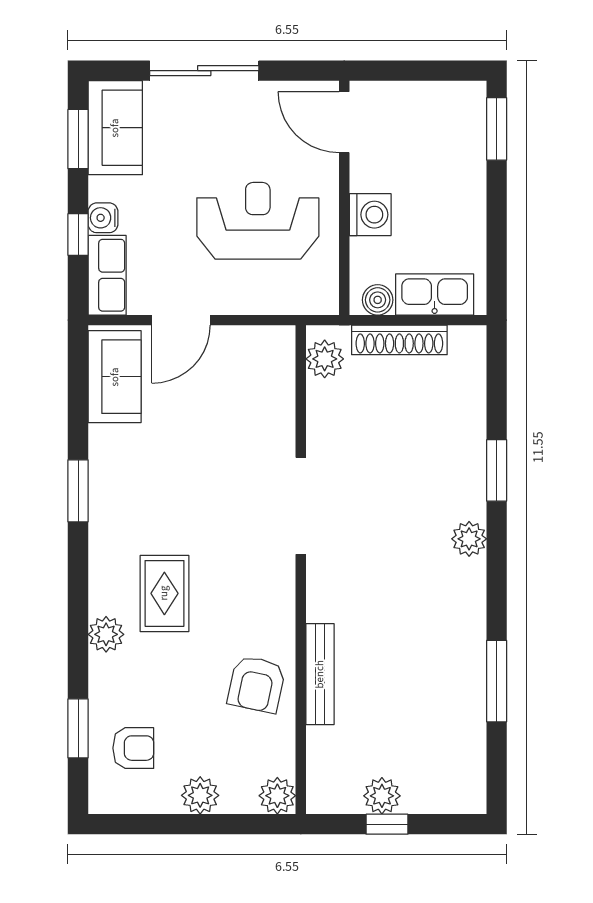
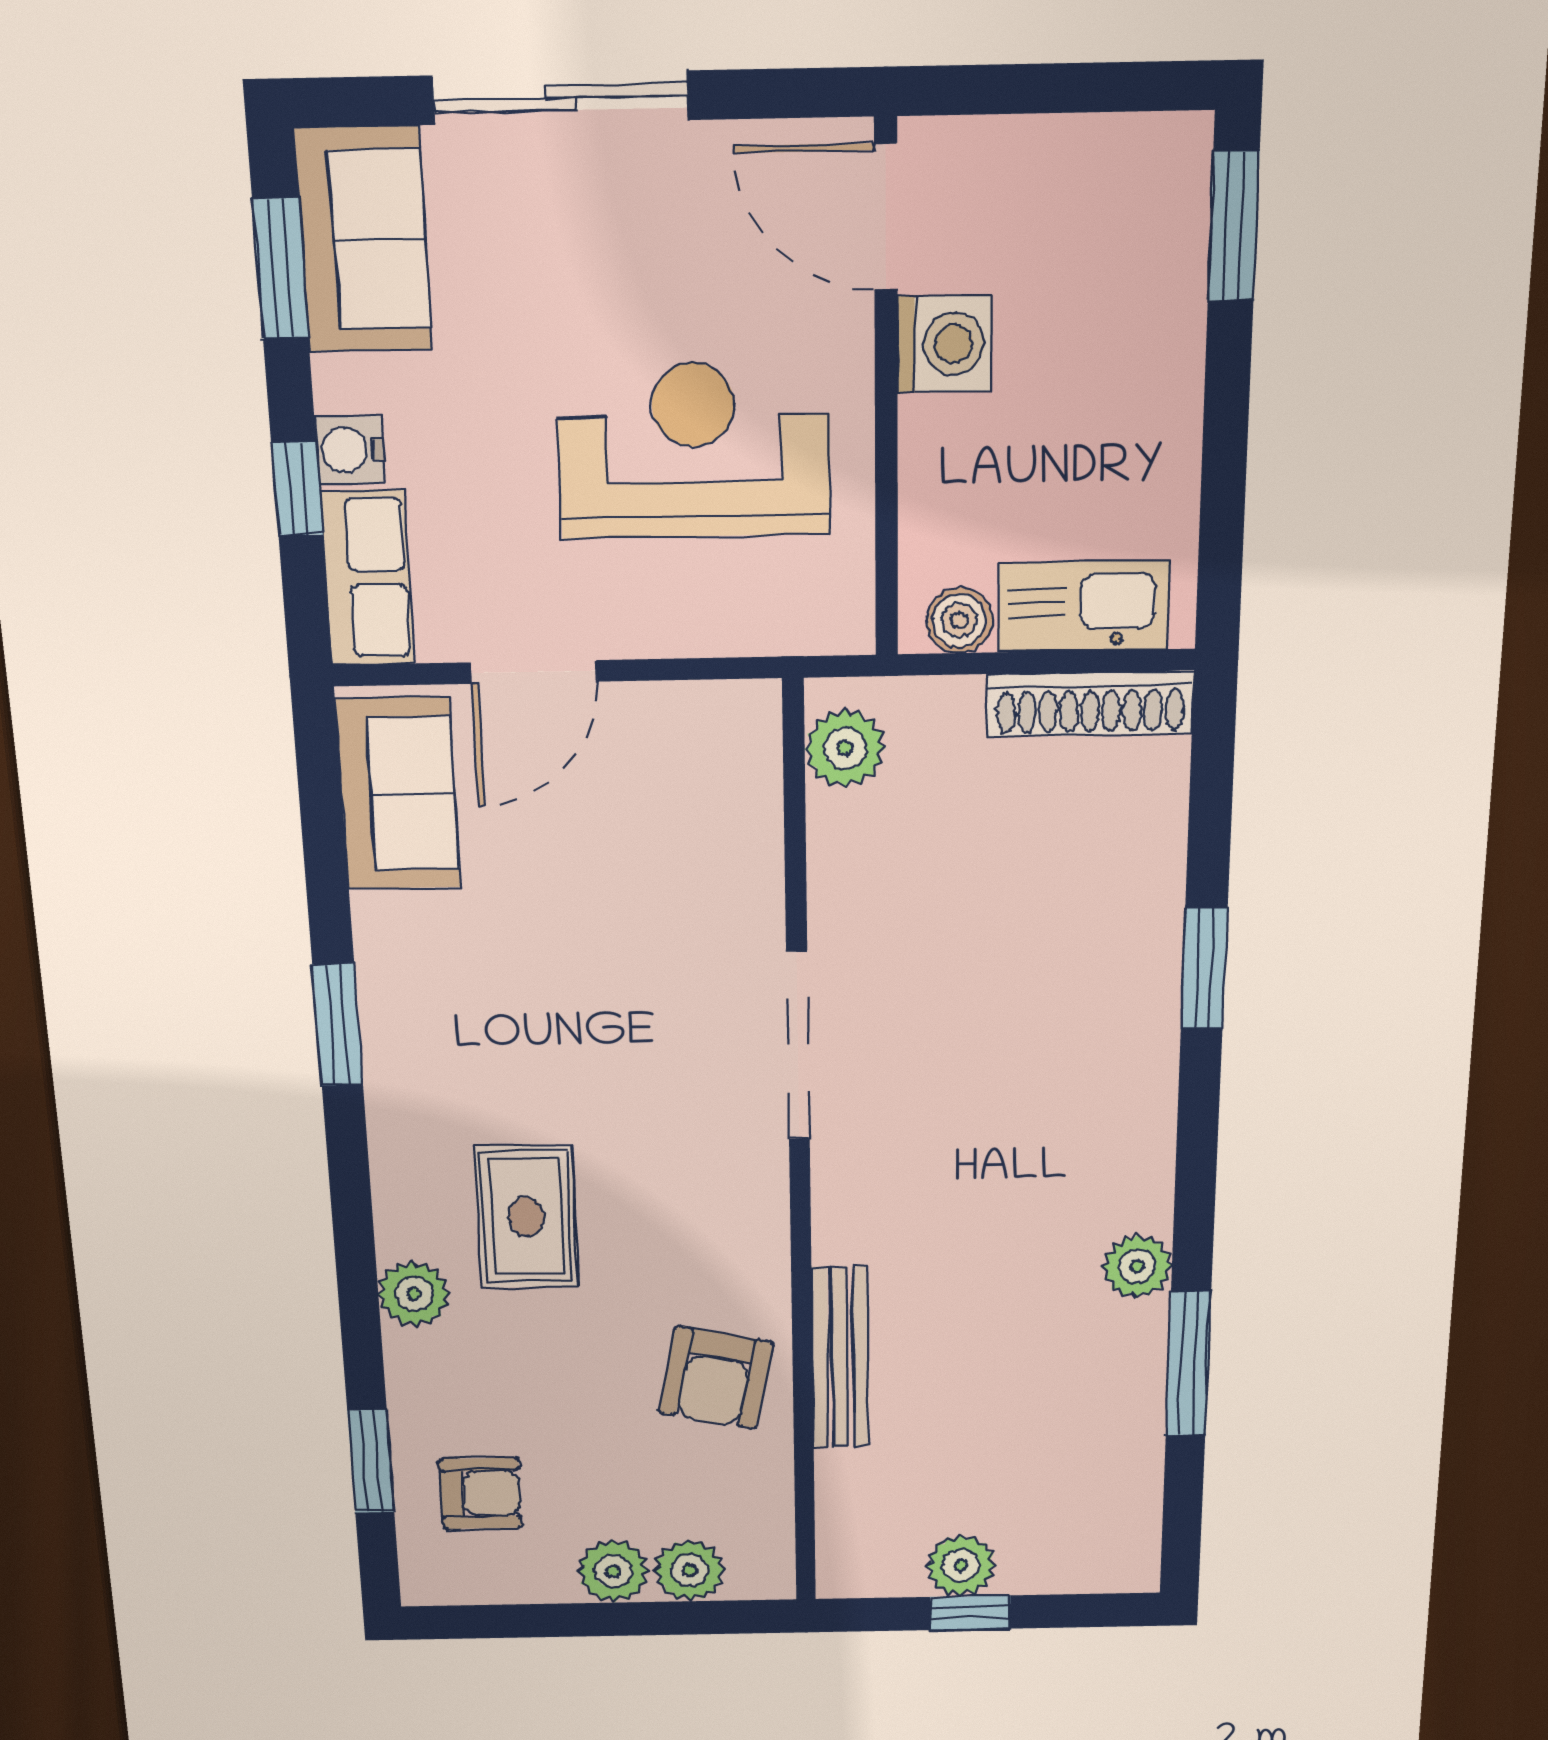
washing machine: (370, 215) -> (944, 344), moved
shoe rack: (399, 340) -> (1090, 704), moved
plant: (469, 539) -> (1137, 1266), moved
plant: (277, 796) -> (689, 1570), moved

